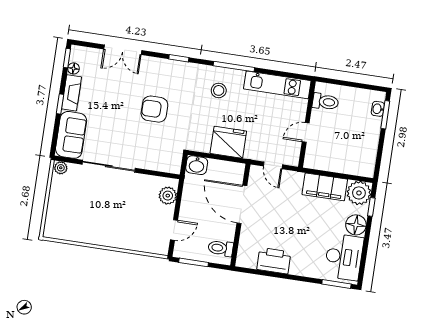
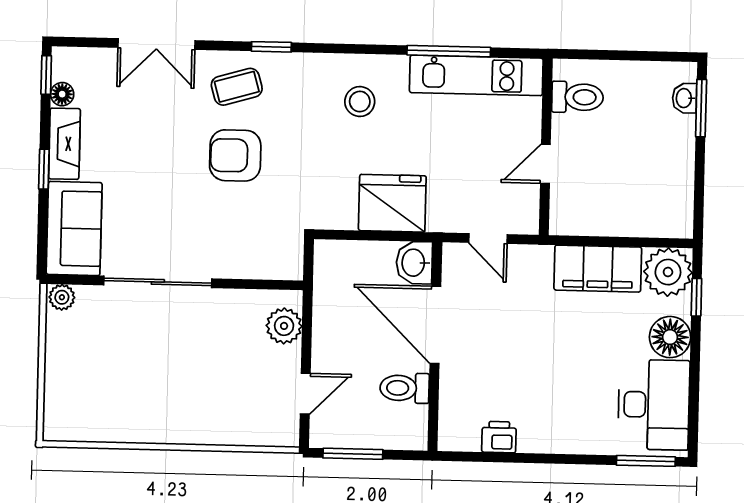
window: (234, 67) -> (449, 51), moved
coffee table: (159, 76) -> (237, 87), added
washbasin: (197, 165) -> (414, 263), moved, turned 90
toilet: (221, 248) -> (405, 388), moved
printer: (274, 261) -> (499, 437), width x0.53, depth x0.68

